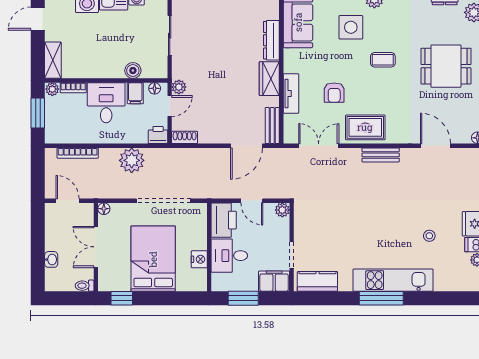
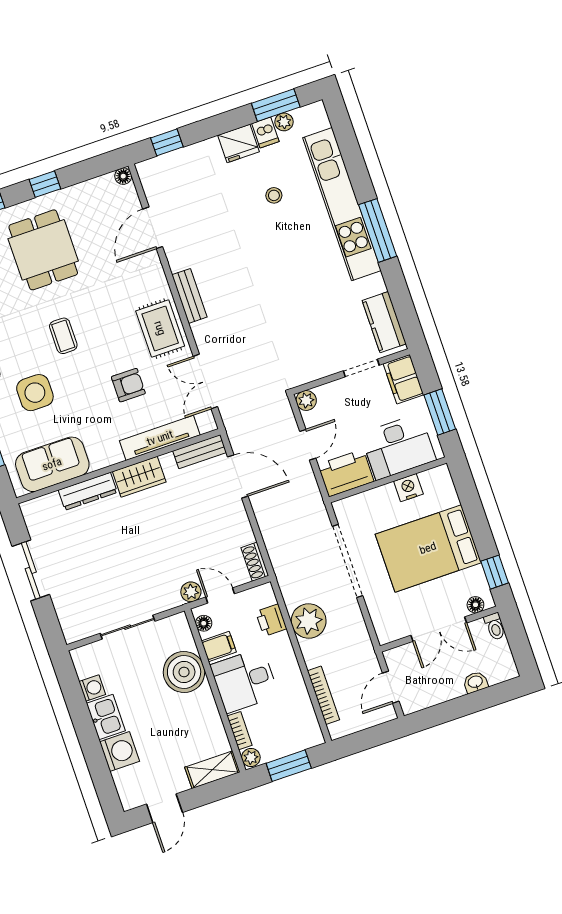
door: (38, 19) -> (164, 808), hinge flipped
boiler: (133, 71) -> (184, 672), width x1.86, depth x1.86
tv unit: (291, 94) -> (160, 438), width x1.41
printer: (158, 135) -> (271, 620), moved
floor lamp: (104, 209) -> (475, 605), moved
desk: (229, 256) -> (398, 447), width x1.37
kitchen unit: (393, 280) -> (342, 204), width x1.36

